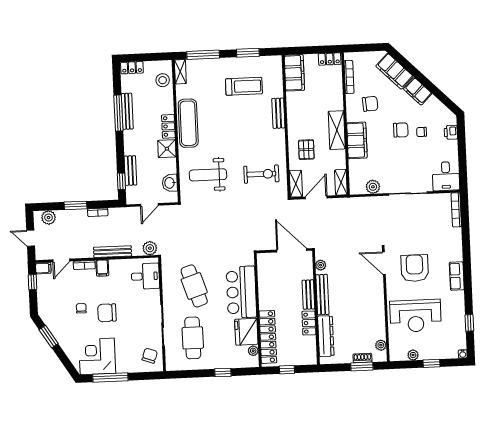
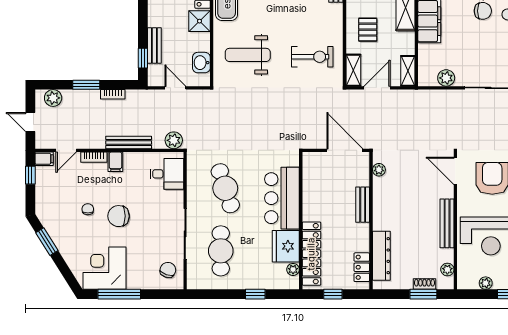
door: (149, 205) -> (175, 88), swing flipped
bench: (322, 295) -> (447, 223), moved
locker: (309, 323) -> (362, 267), moved

